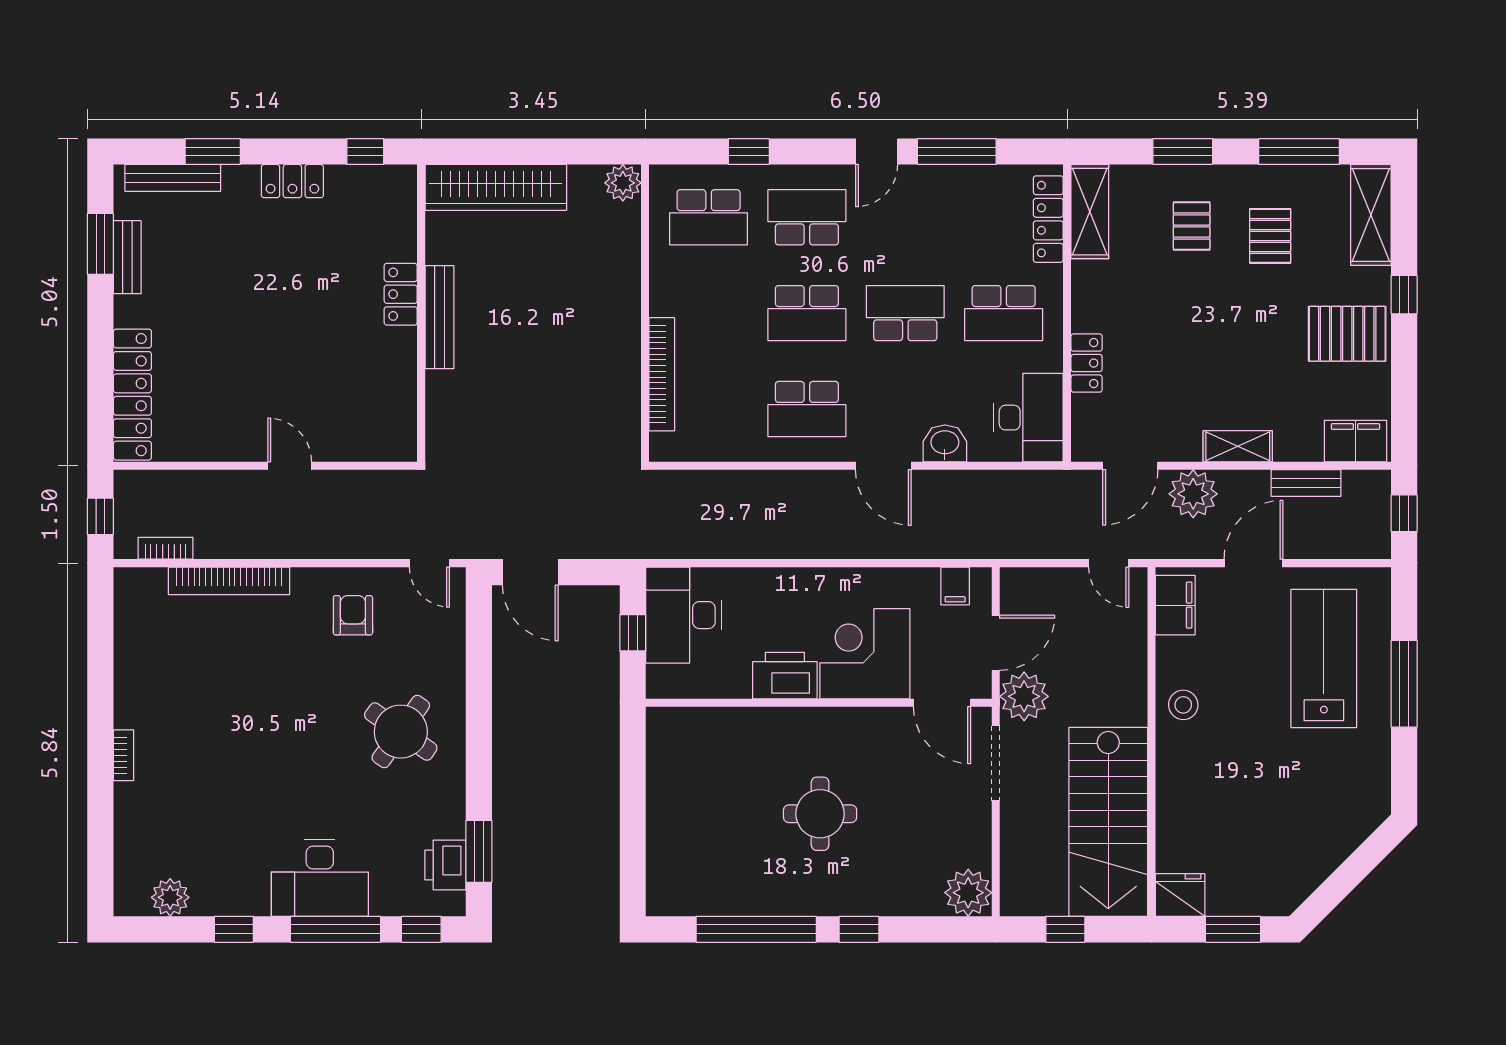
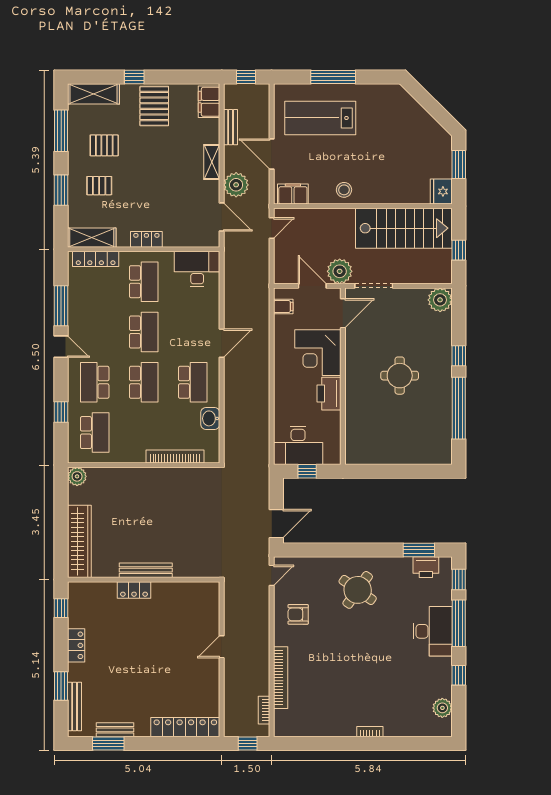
school desk: (905, 313) -> (144, 332), turned 180
locker: (1087, 363) -> (146, 239), moved
washbasin: (945, 443) -> (210, 418), moved

